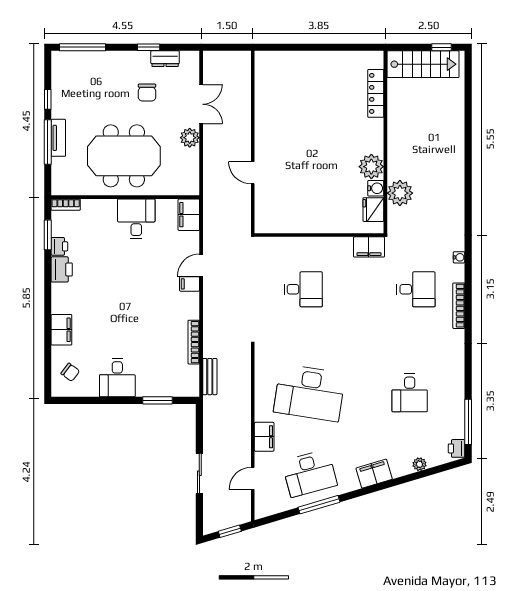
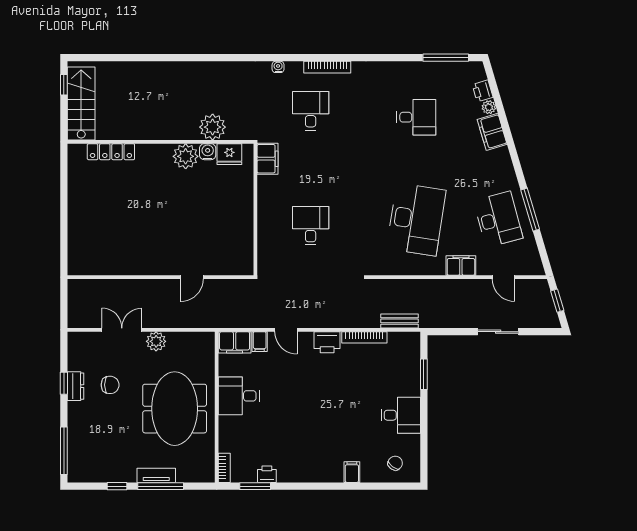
dresser: (165, 59) -> (76, 386), moved
printer: (62, 269) -> (327, 342), moved, turned 180
filing cabinet: (190, 284) -> (260, 342), moved
filing cabinet: (61, 330) -> (352, 472), width x0.50
printer: (457, 448) -> (483, 91), moved, turned 73
filing cabinet: (374, 474) -> (492, 132), moved

